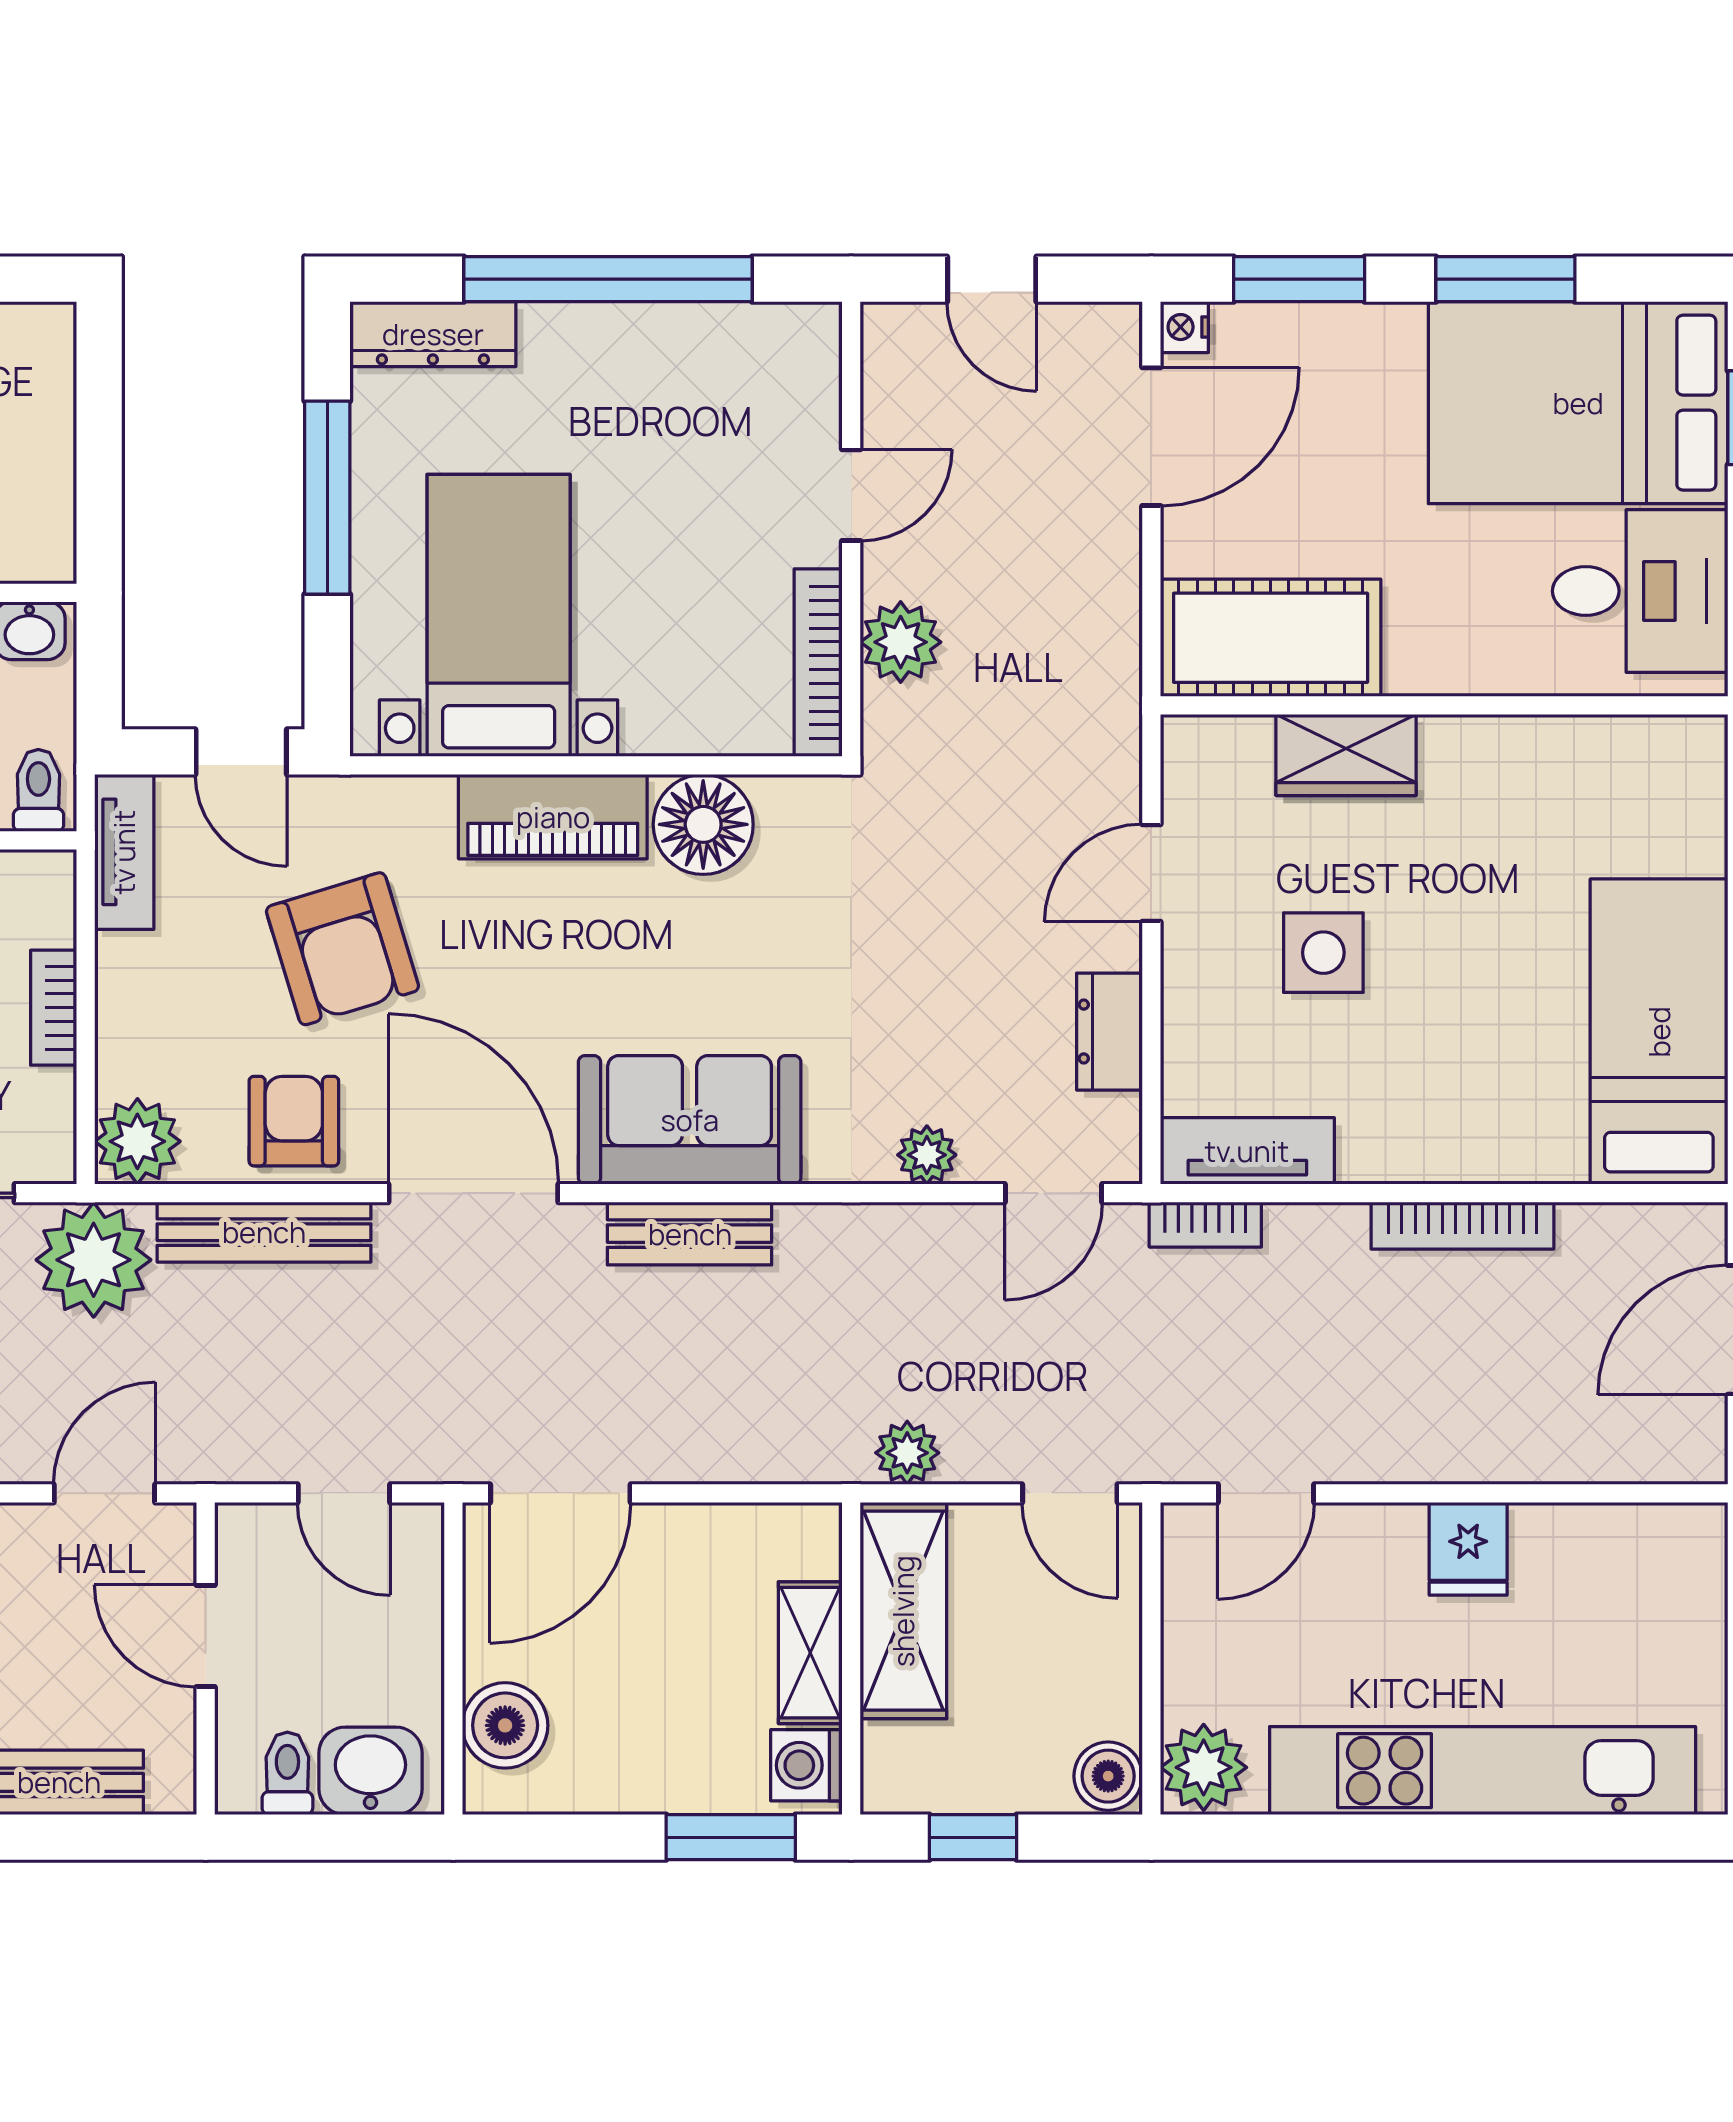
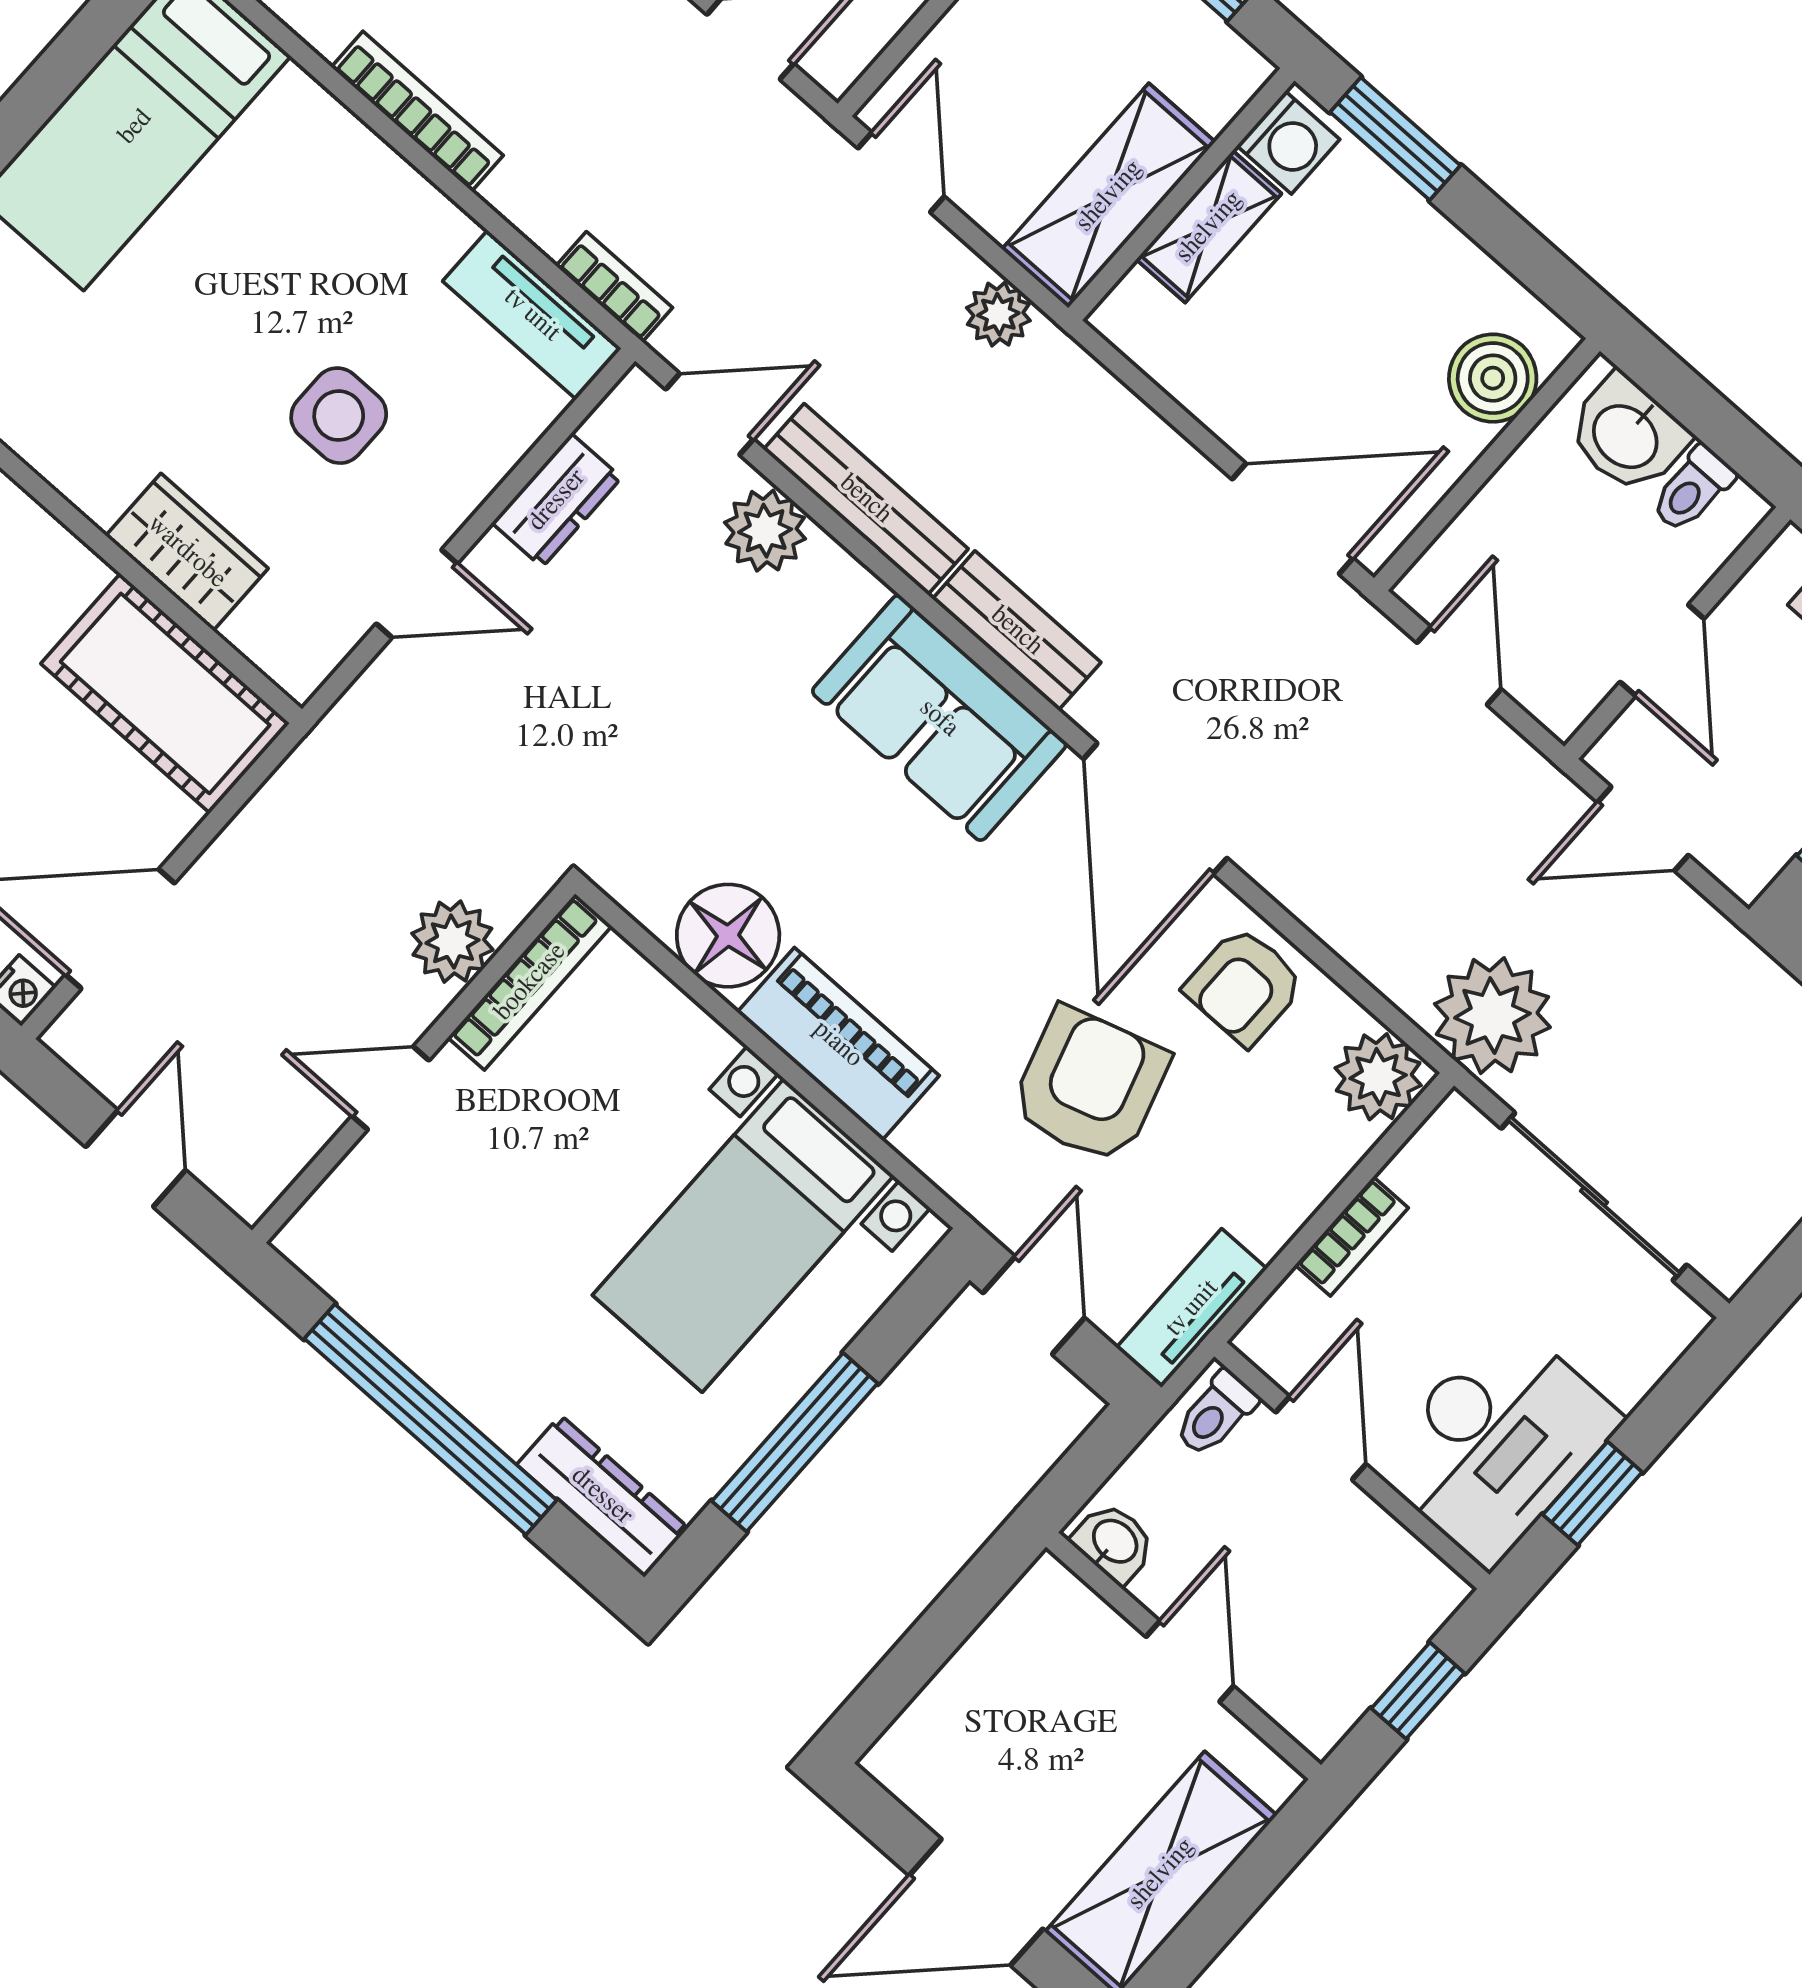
plant: (927, 1155) -> (765, 531), width x1.38, depth x1.38
bench: (264, 1232) -> (866, 499), moved

